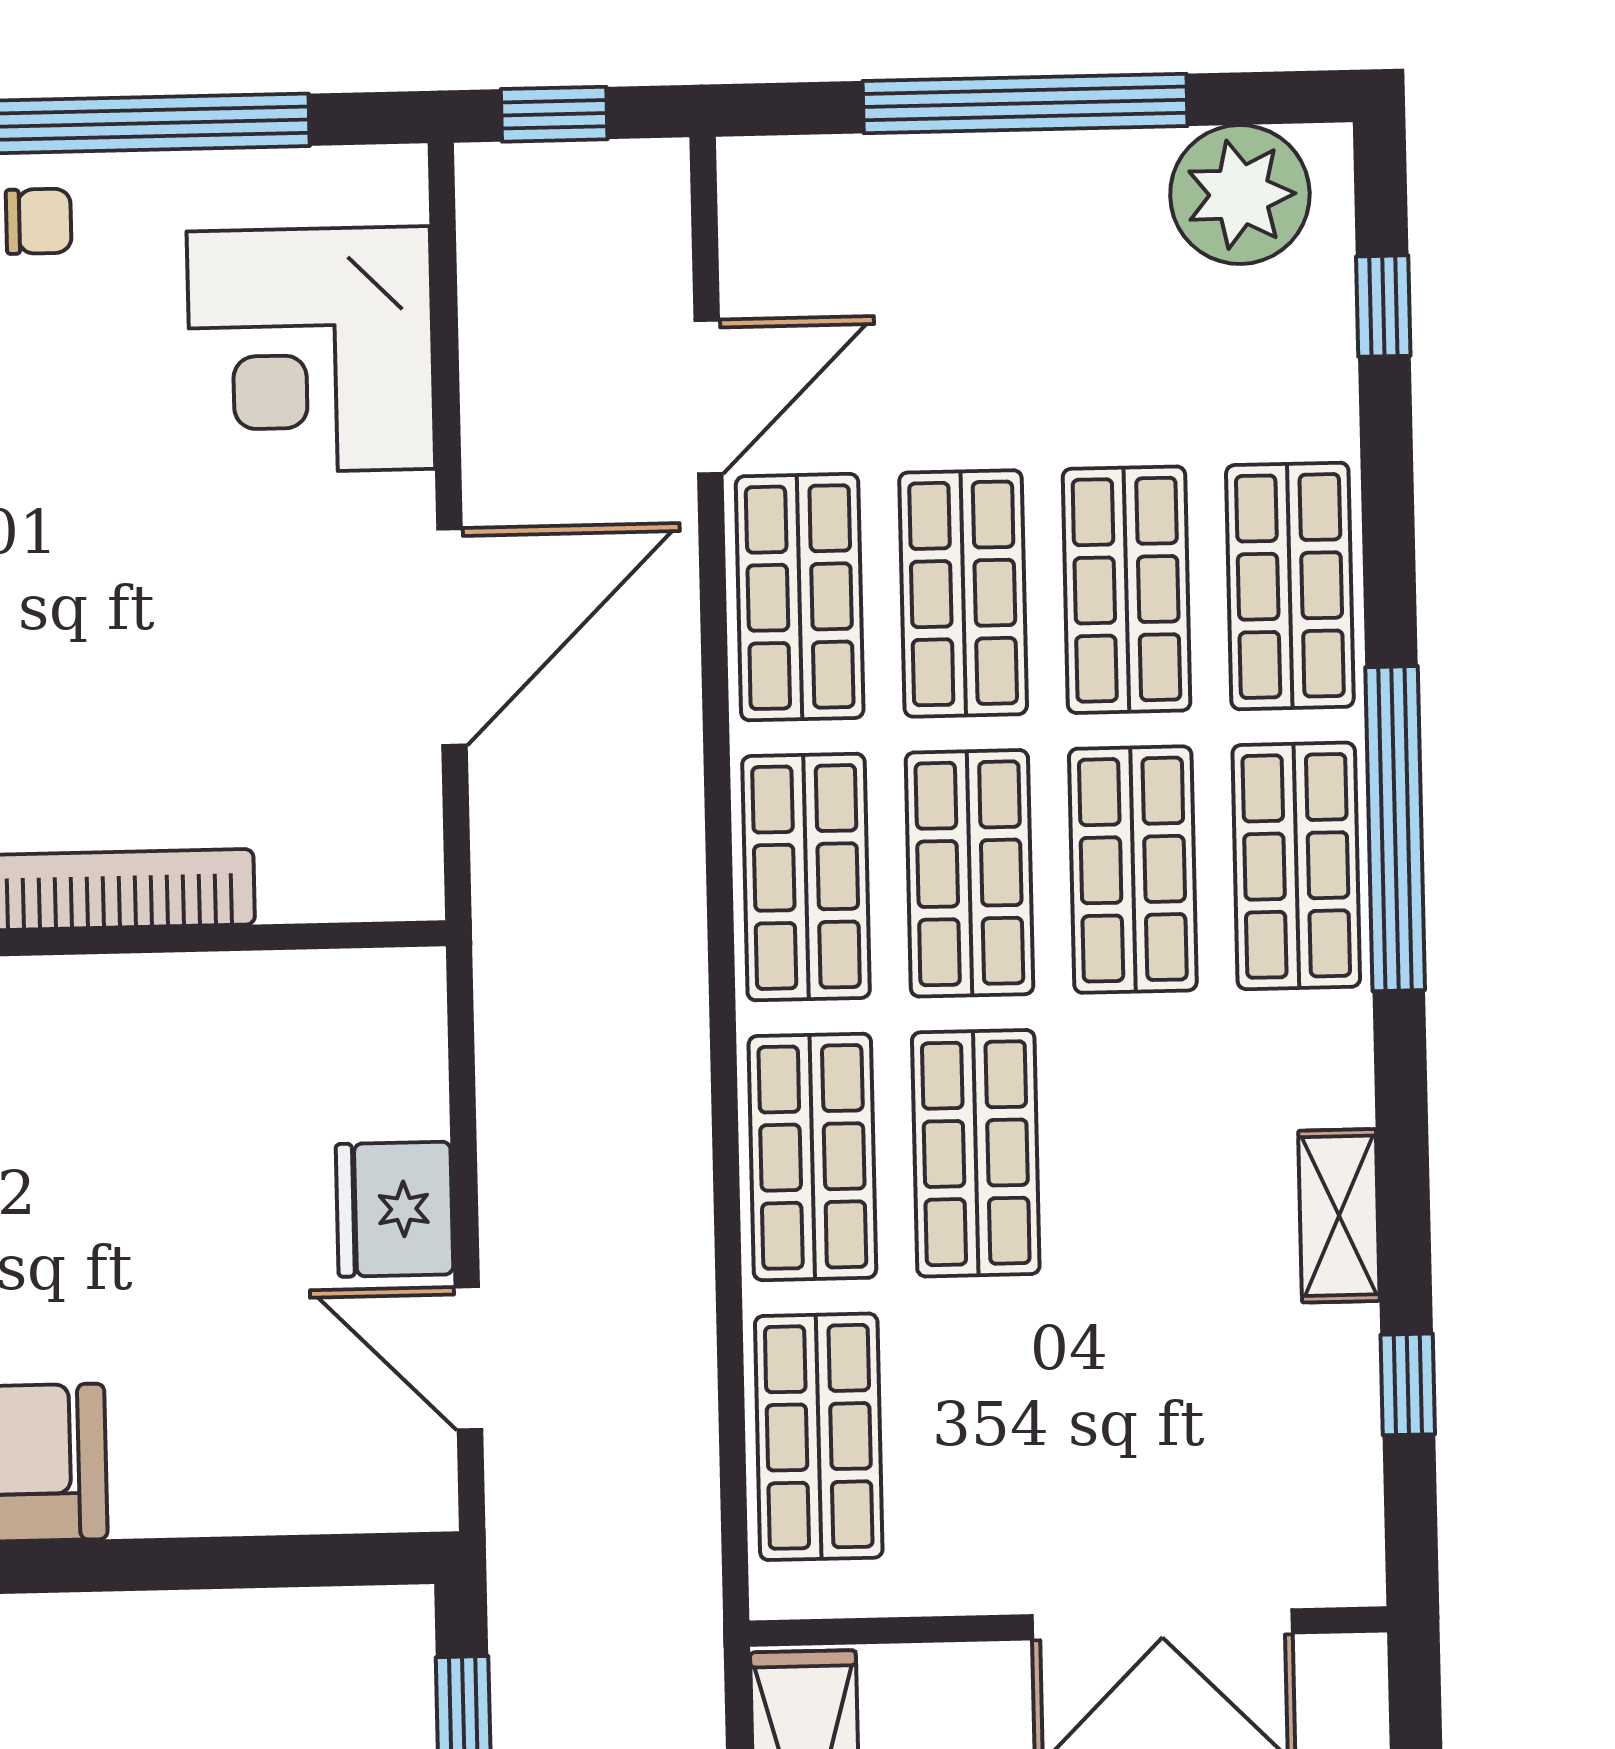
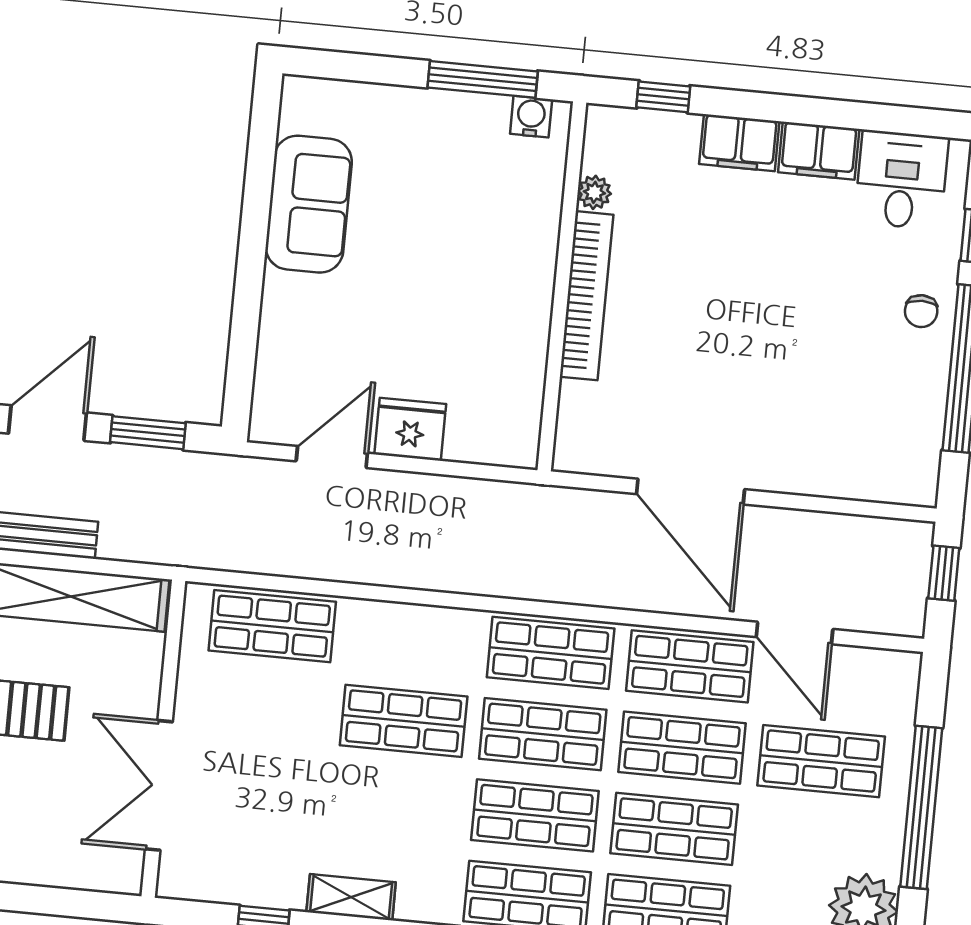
corner desk: (311, 350) -> (841, 439), removed
shop shelf: (812, 1157) -> (821, 761), moved

